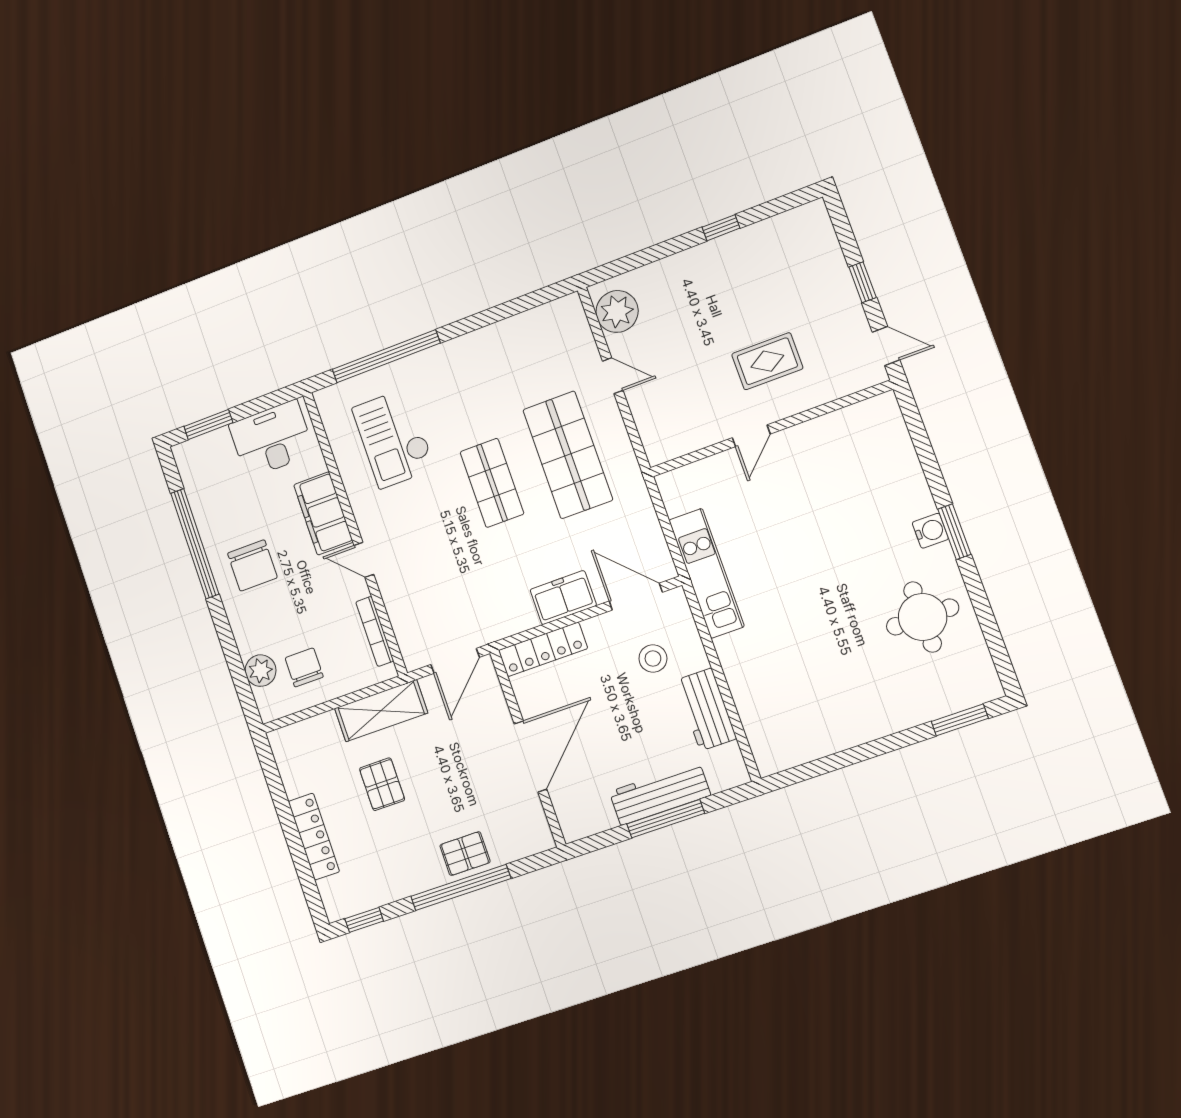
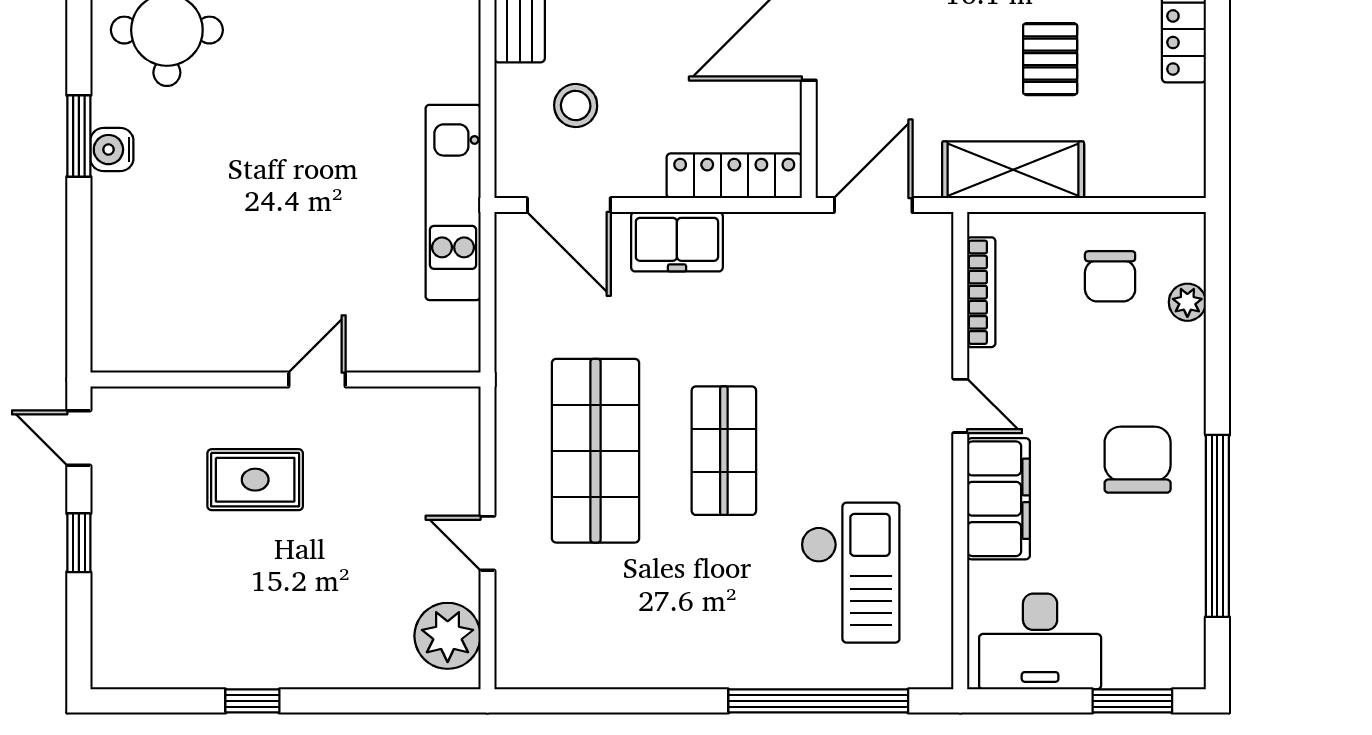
plant: (261, 671) -> (1187, 302), width x0.73, depth x0.73

